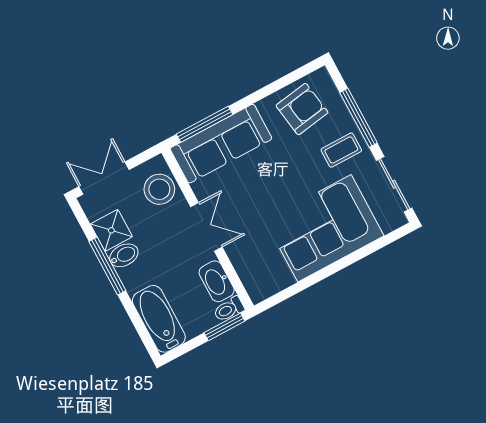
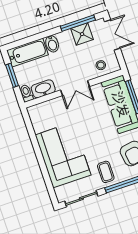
stool: (159, 189) -> (101, 65), width x0.53, depth x0.53
bidet: (124, 255) -> (52, 44), moved
window: (107, 266) -> (78, 23), moved
window: (224, 327) -> (12, 75), moved

